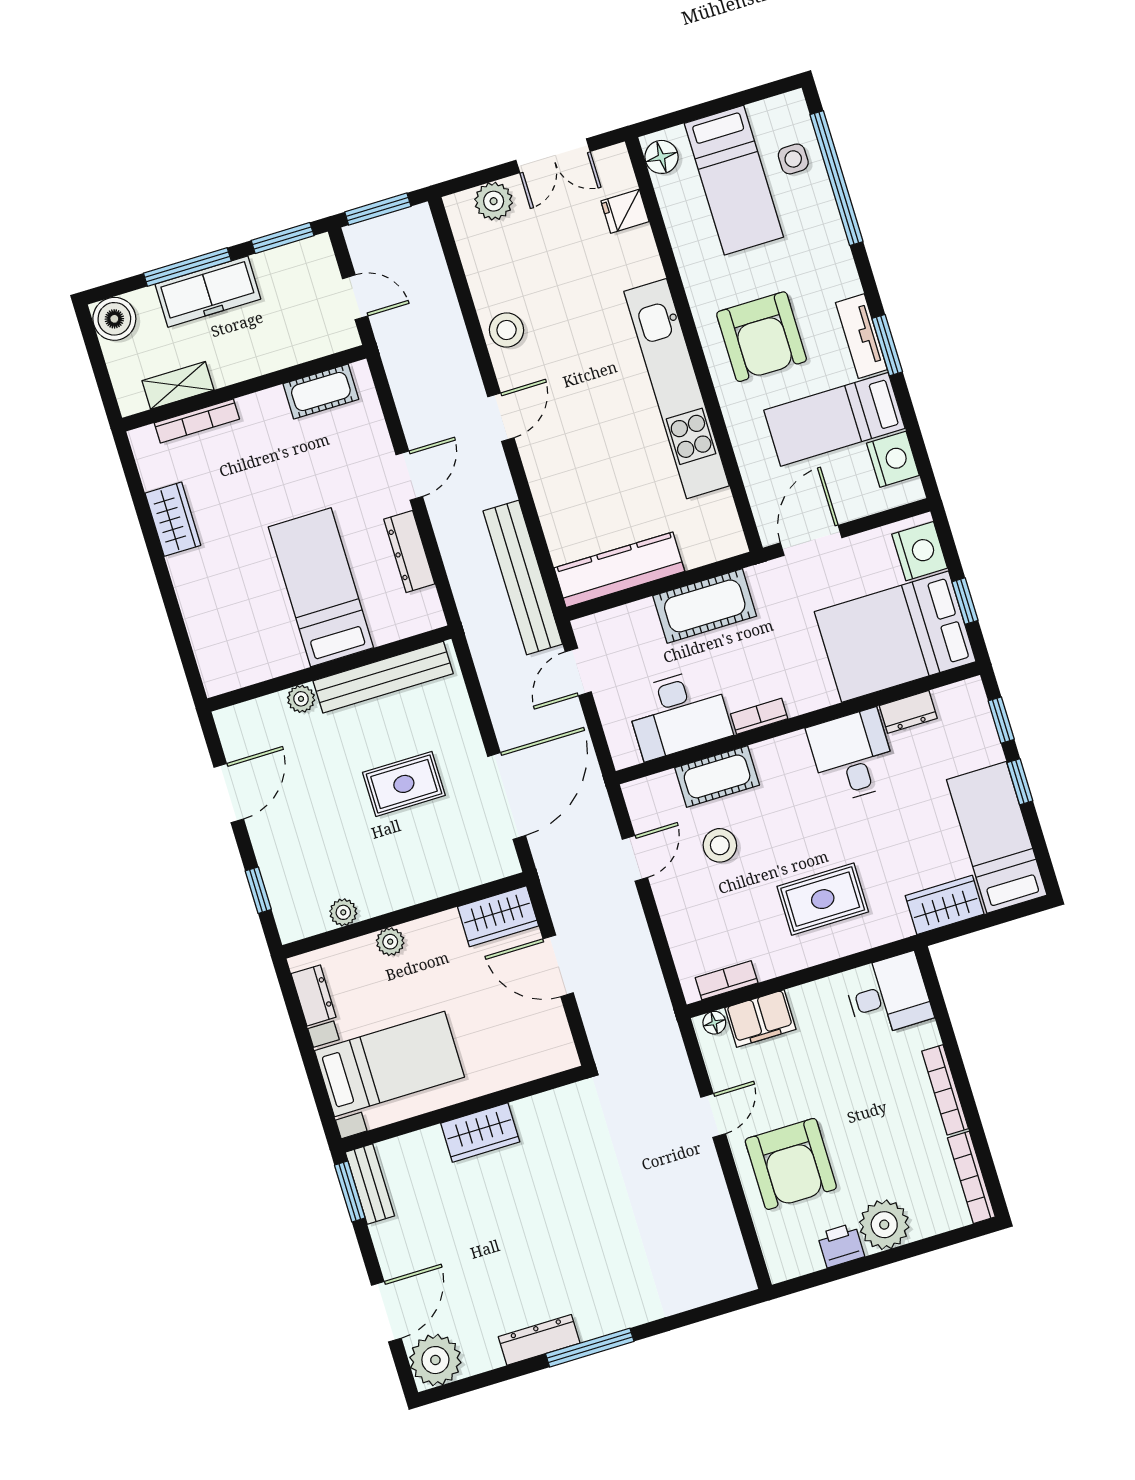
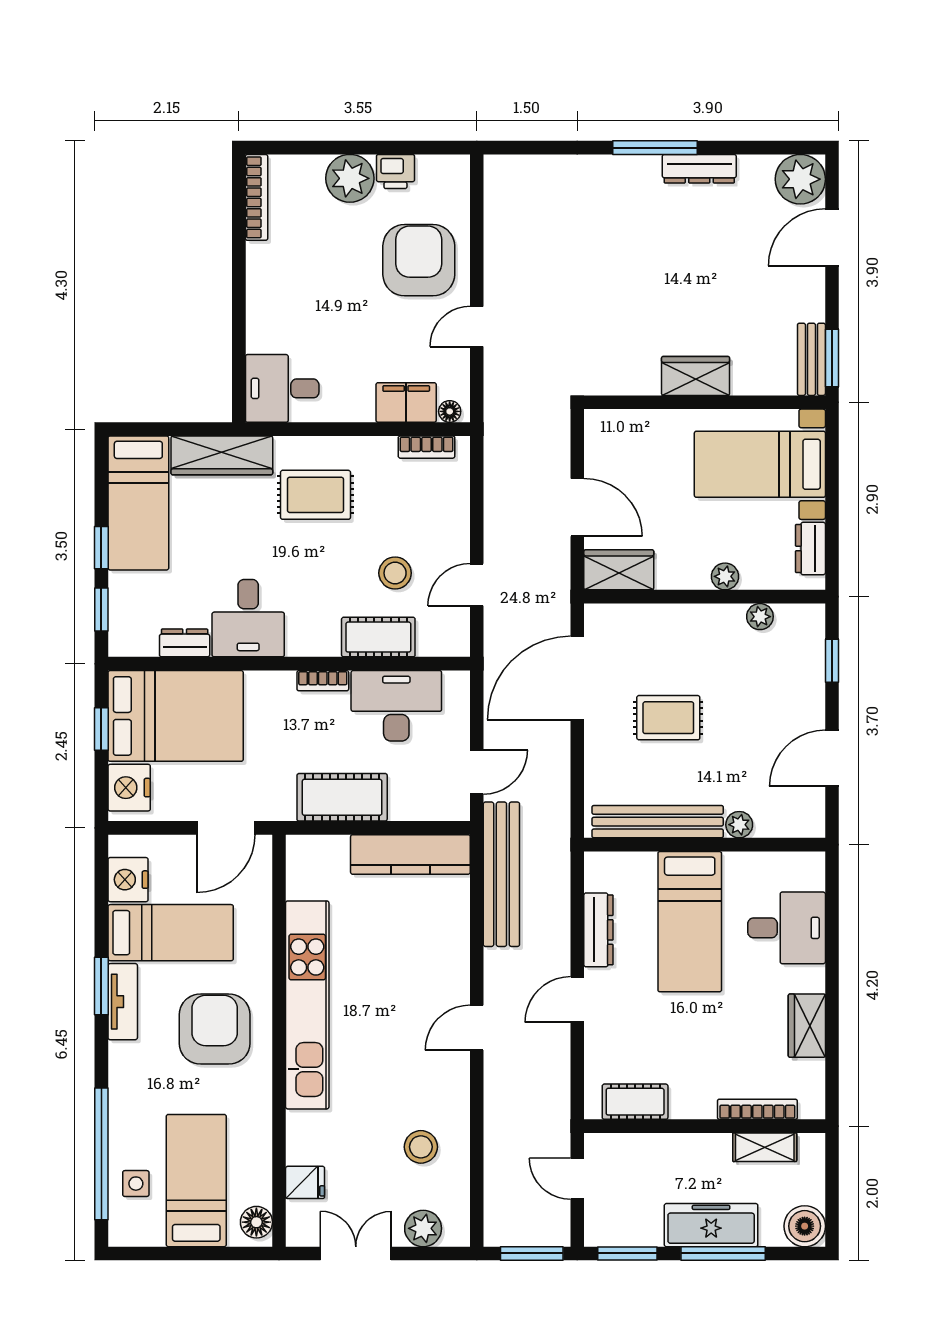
stool: (507, 330) -> (421, 1147), moved
desk: (223, 610) -> (787, 928), added
wardrobe: (945, 905) -> (222, 455), width x1.50
bookcase: (945, 1090) -> (256, 285), removed

